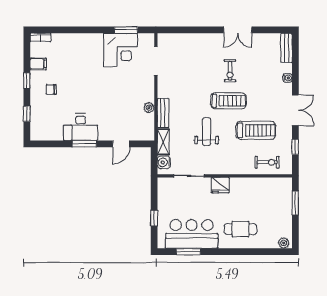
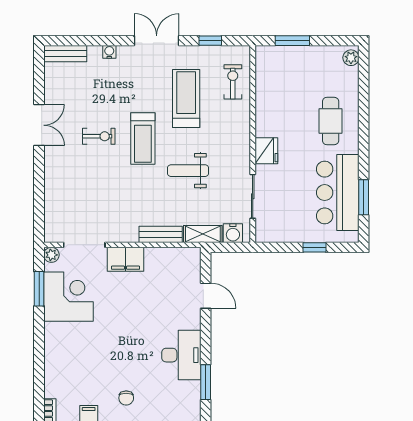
filing cabinet: (146, 89) -> (126, 259), added
treadmill: (228, 101) -> (143, 139), turned 180
plant: (149, 108) -> (51, 255), moved
window: (84, 144) -> (206, 382), moved

